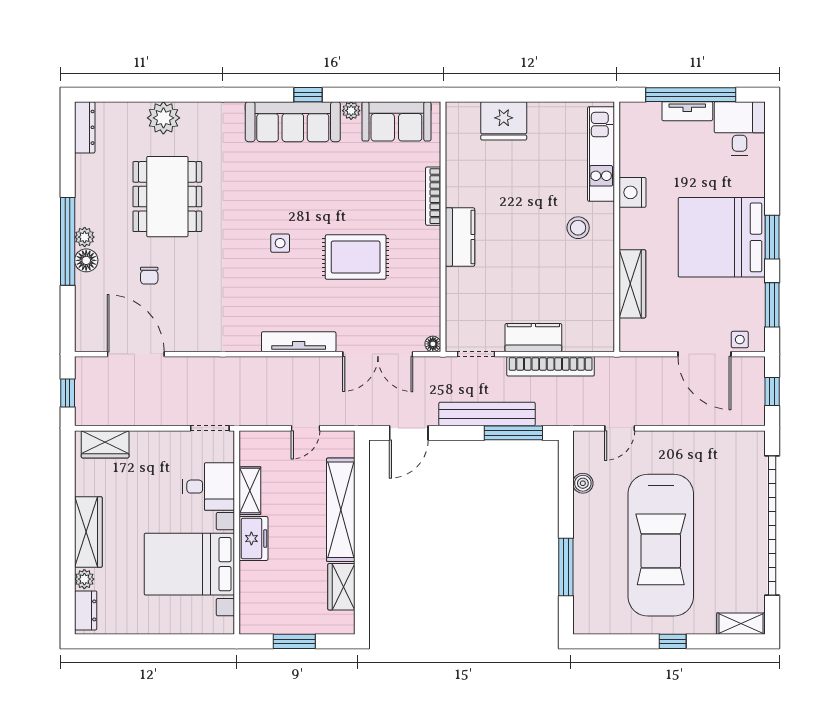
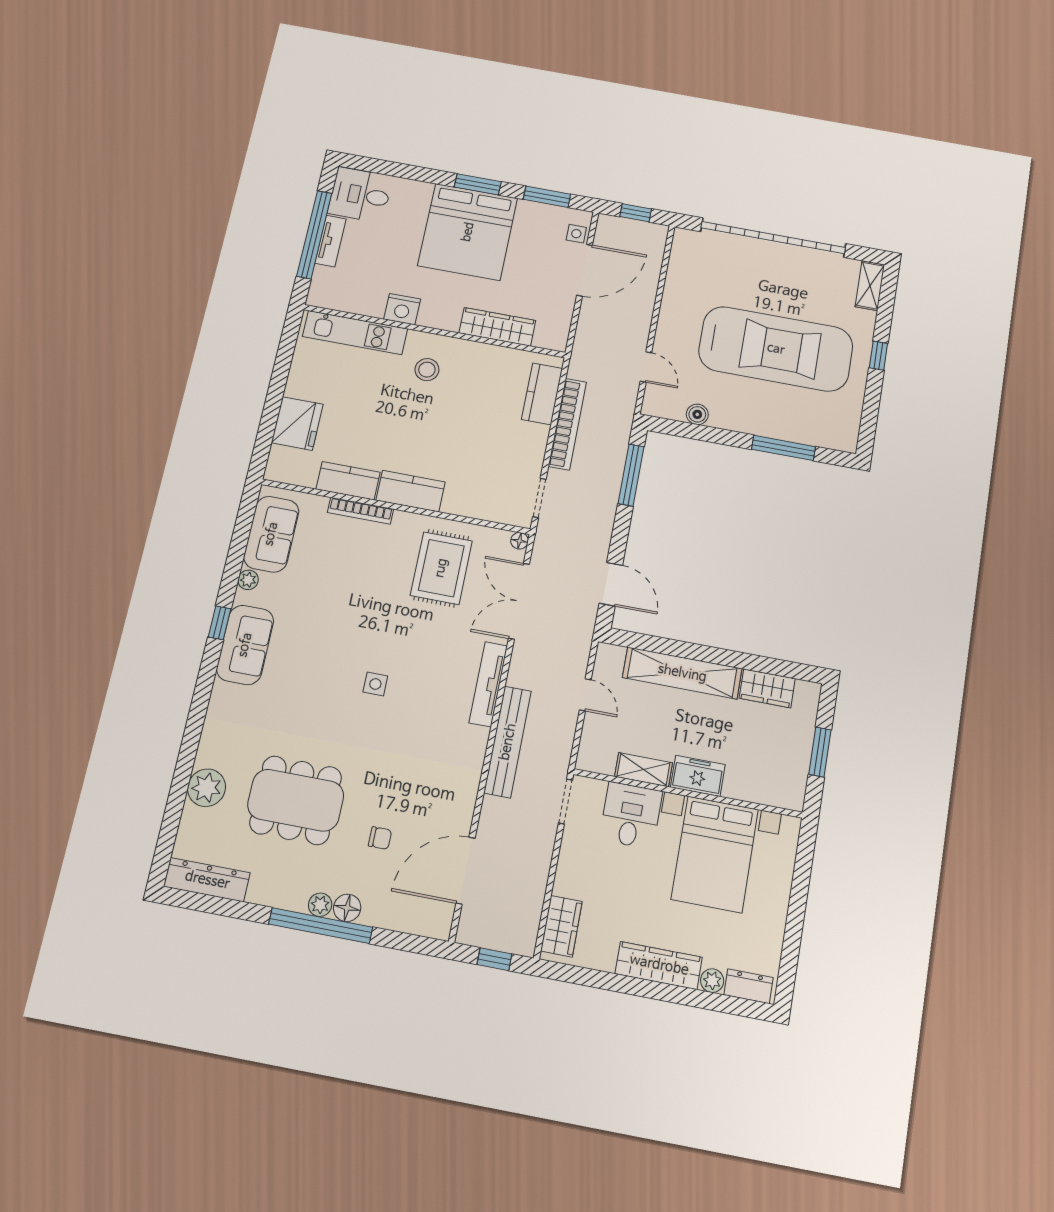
sofa: (293, 122) -> (245, 645), width x0.73
dresser: (85, 127) -> (207, 880), width x1.37, depth x1.24
kitchen counter: (459, 179) -> (348, 481), added
rug: (356, 257) -> (441, 568), moved
kitchen counter: (533, 338) -> (542, 394), moved
double door: (378, 354) -> (519, 601), swing flipped
bench: (487, 414) -> (508, 742), moved

